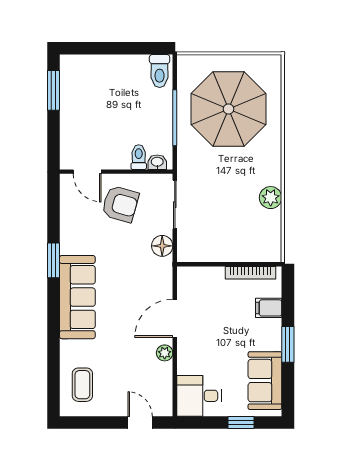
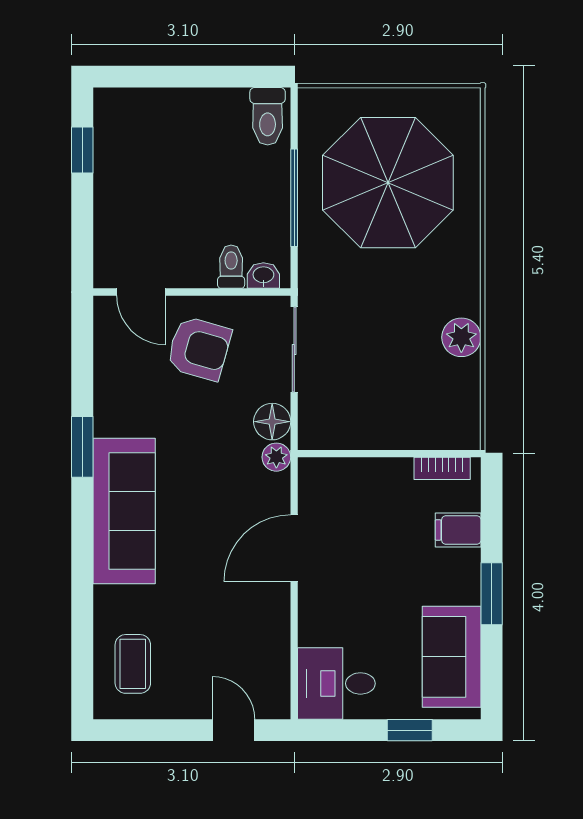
window: (53, 90) -> (82, 150), width x0.67
bookcase: (250, 273) -> (442, 468), width x0.64
plant: (165, 353) -> (276, 457), moved

